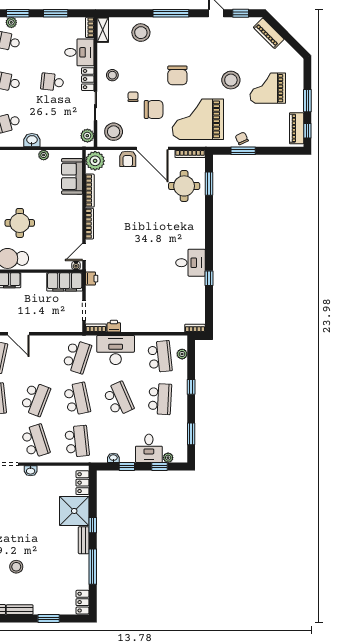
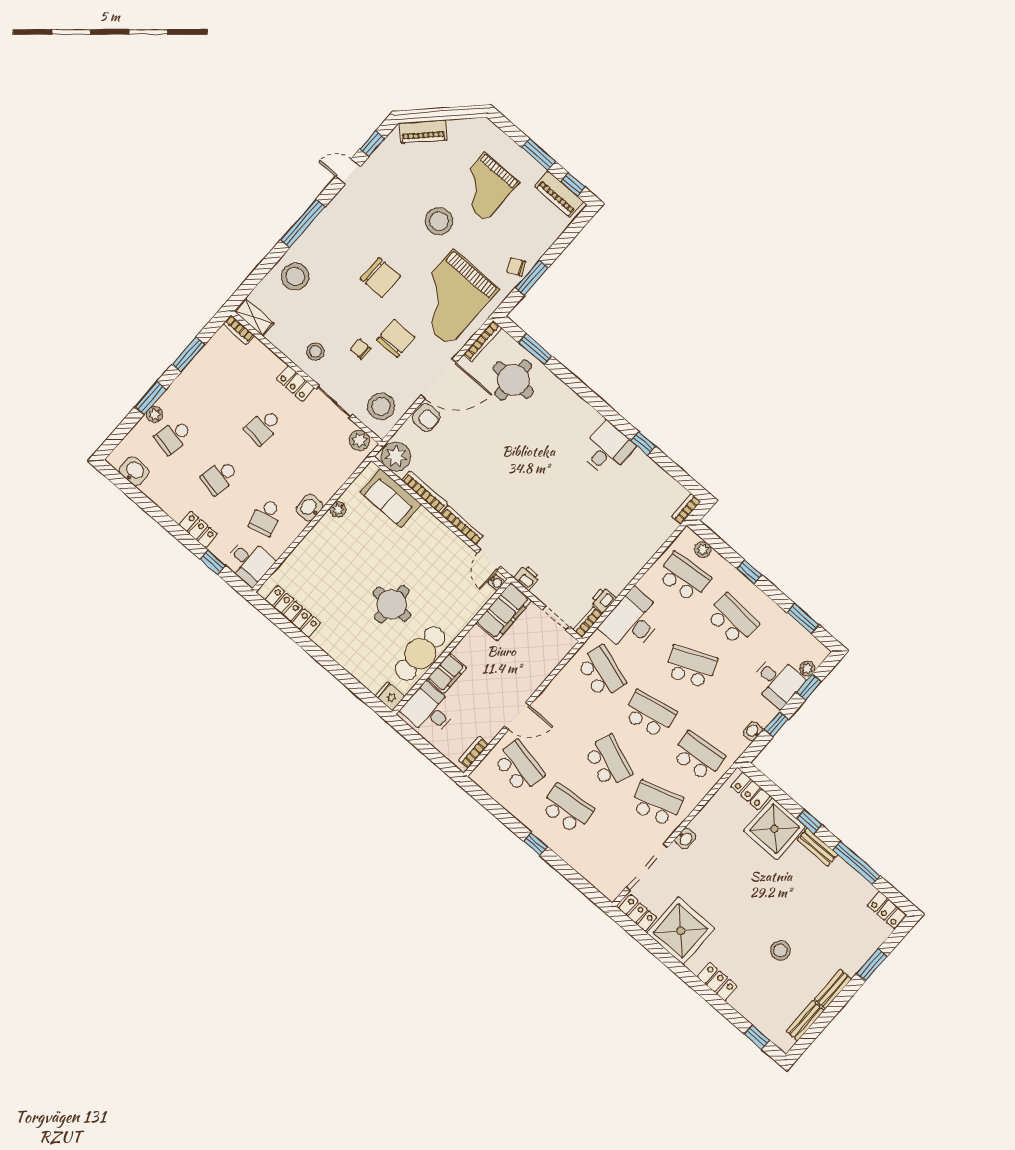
desk: (79, 52) -> (257, 366), removed

